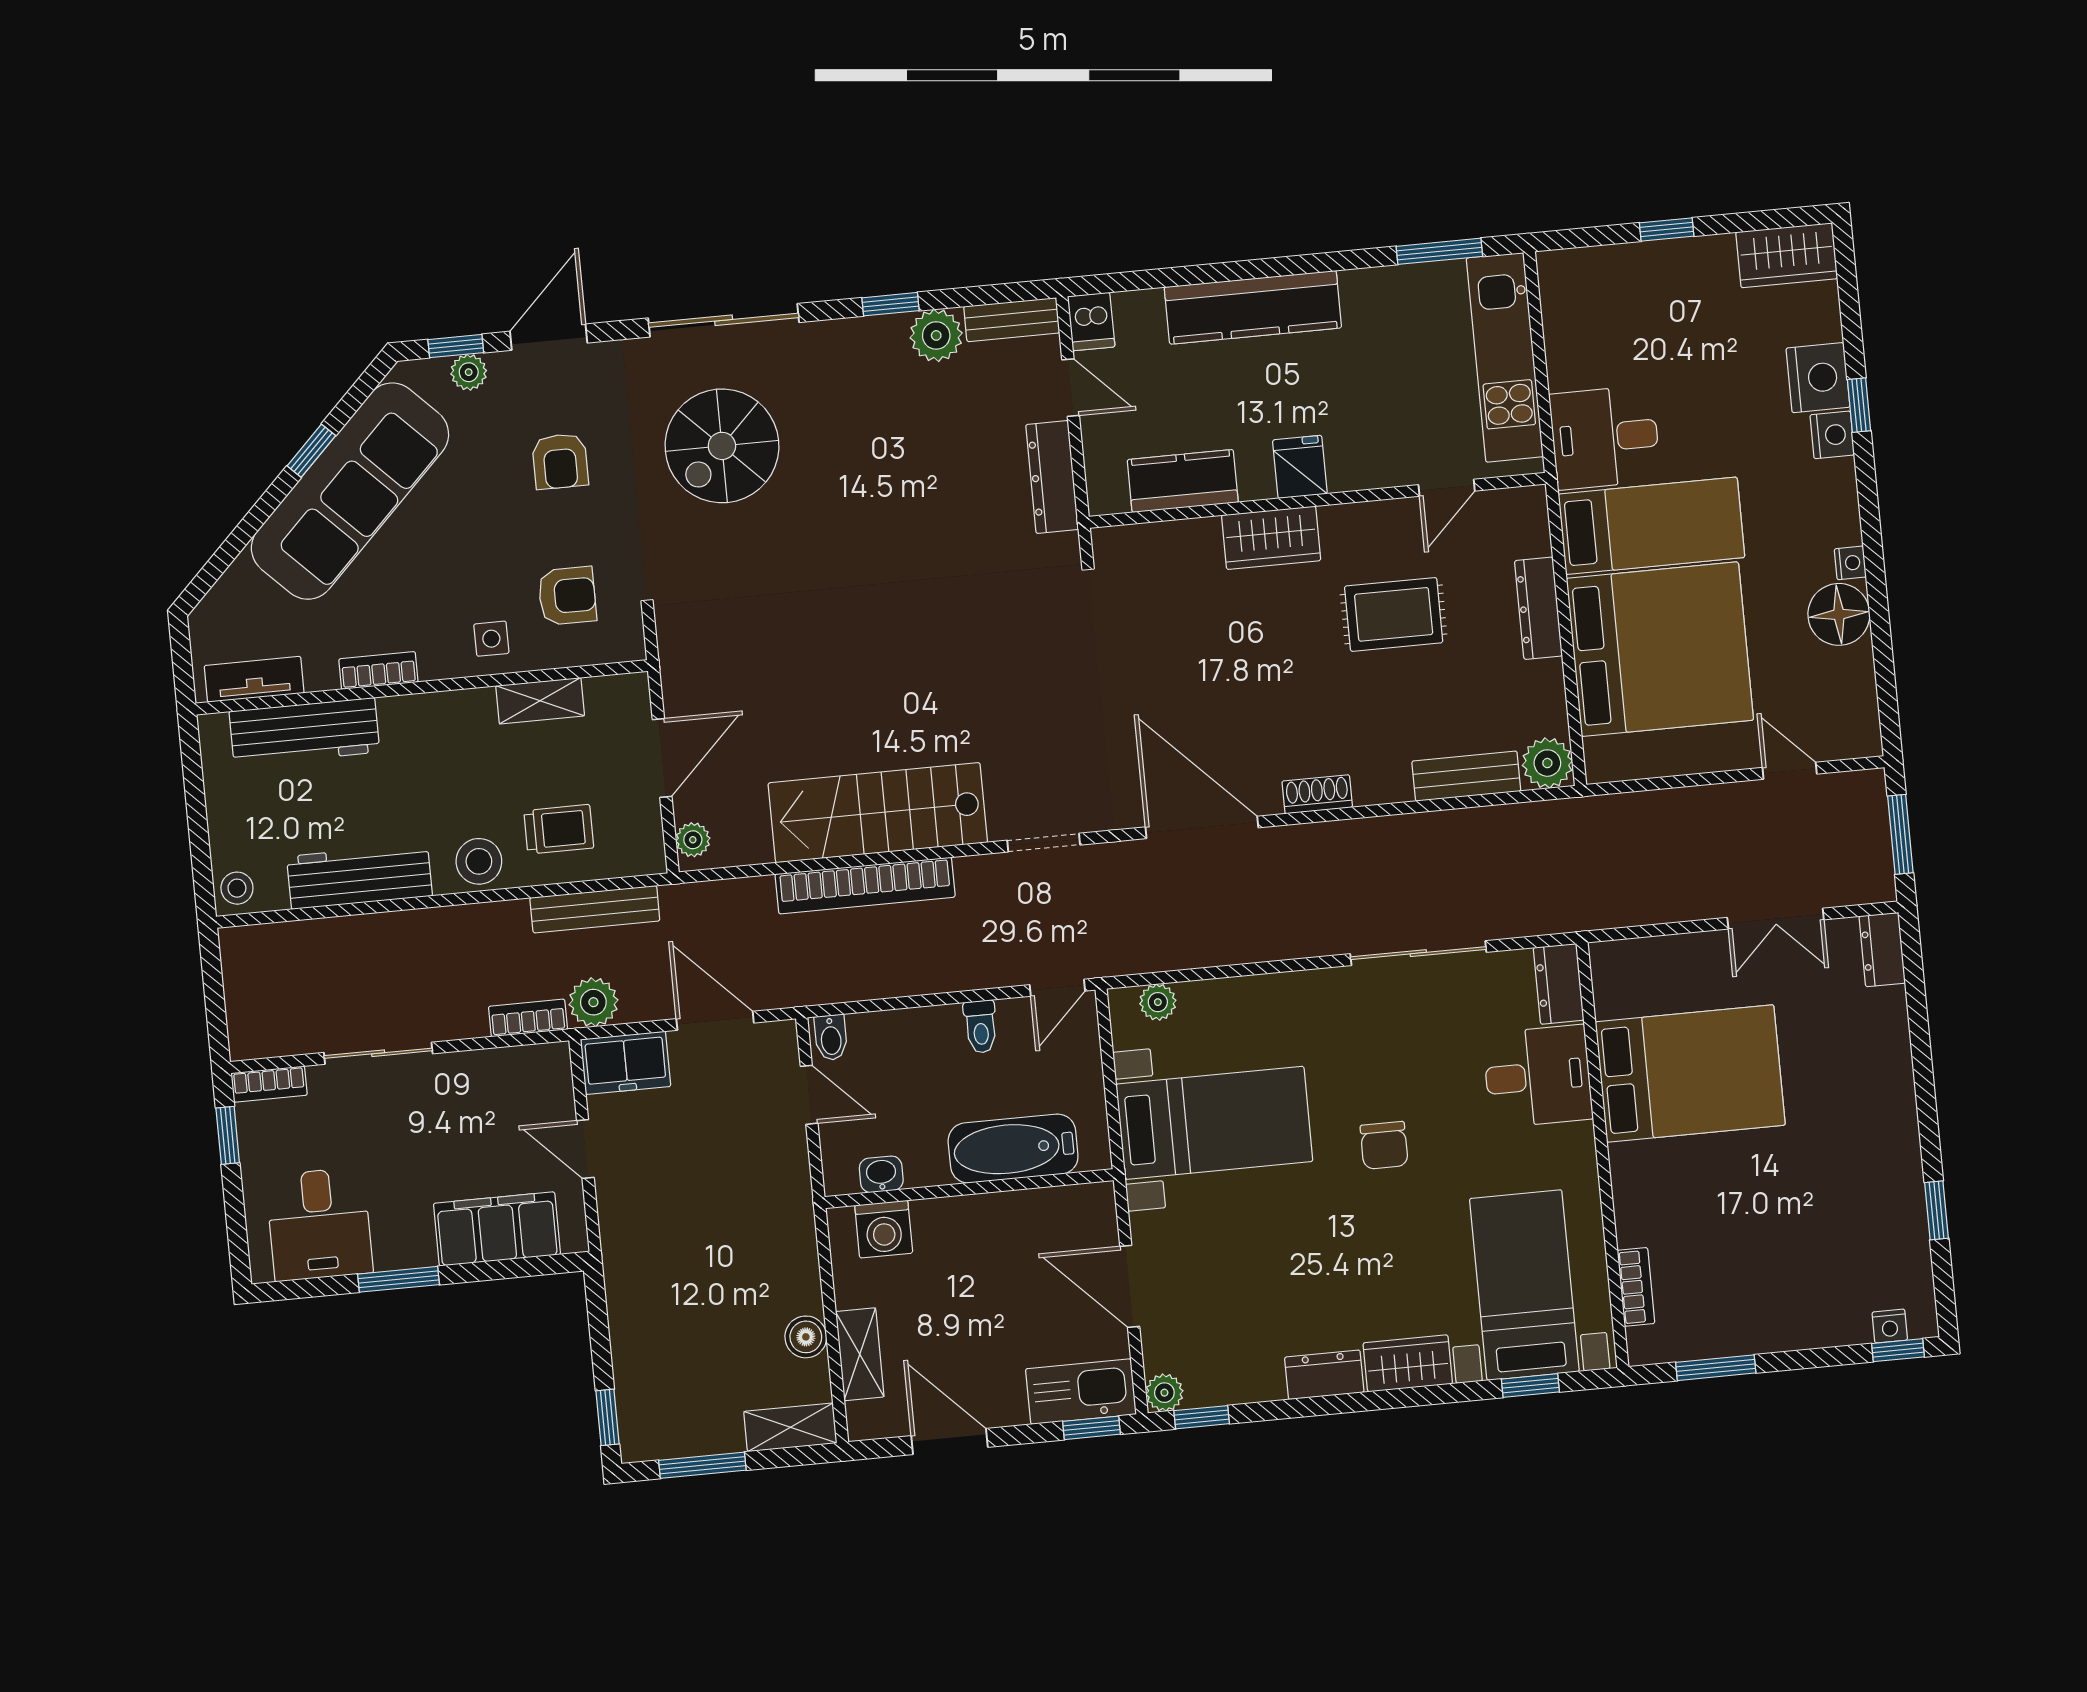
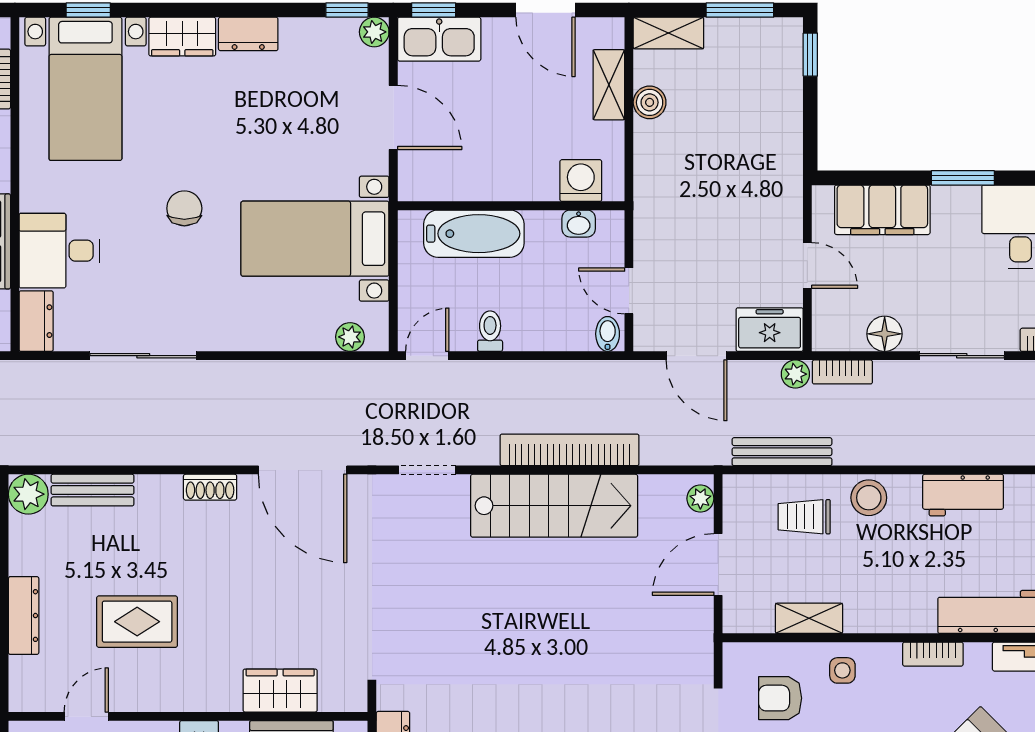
wardrobe: (1271, 538) -> (280, 691), moved
workbench: (359, 876) -> (963, 495), width x0.73
plant: (593, 1002) -> (795, 374), width x0.73, depth x0.73
floor lamp: (479, 1072) -> (885, 334), added

